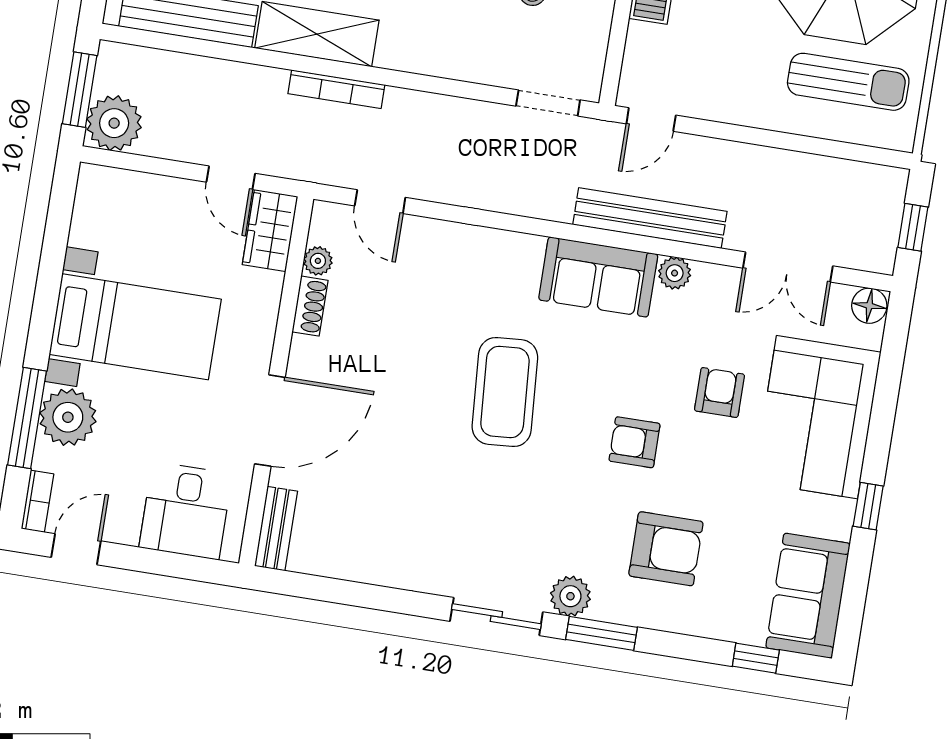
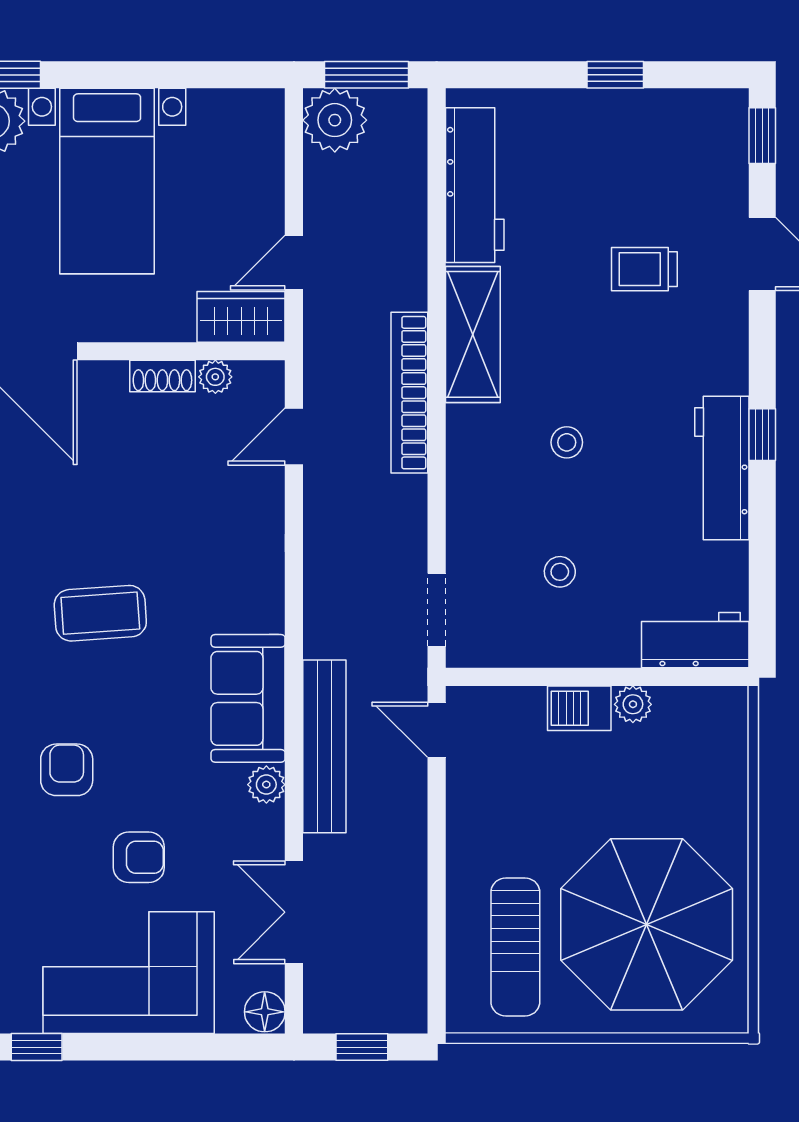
bookcase: (336, 89) -> (409, 393), width x1.48, depth x1.31
coffee table: (505, 392) -> (100, 613), width x0.73, depth x0.76

